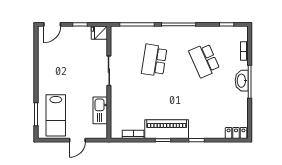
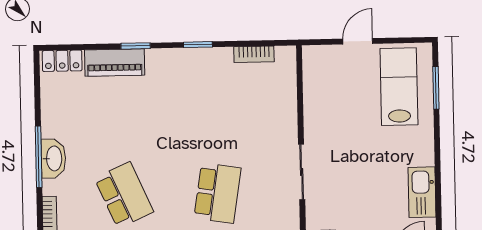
kitchen sink: (100, 110) -> (422, 192), moved, turned 180
piano: (167, 129) -> (115, 62), moved, width x0.73, depth x0.75

